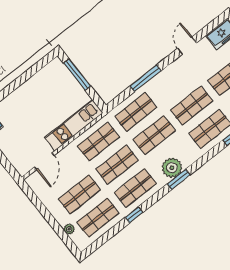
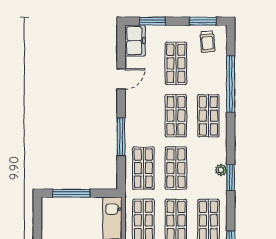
door: (187, 46) -> (121, 79), swing flipped
plant: (172, 168) -> (221, 170), width x0.53, depth x0.53

